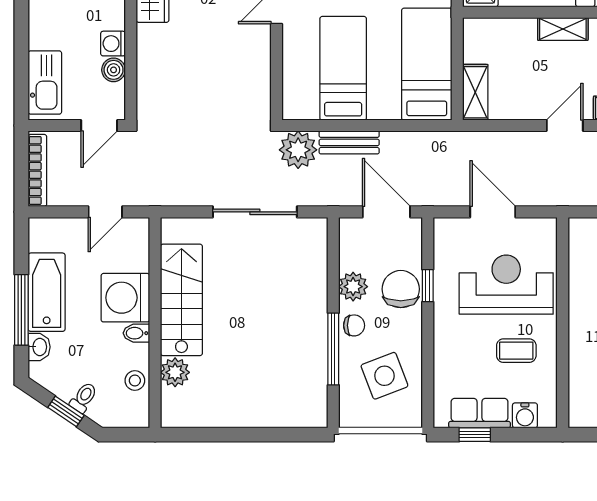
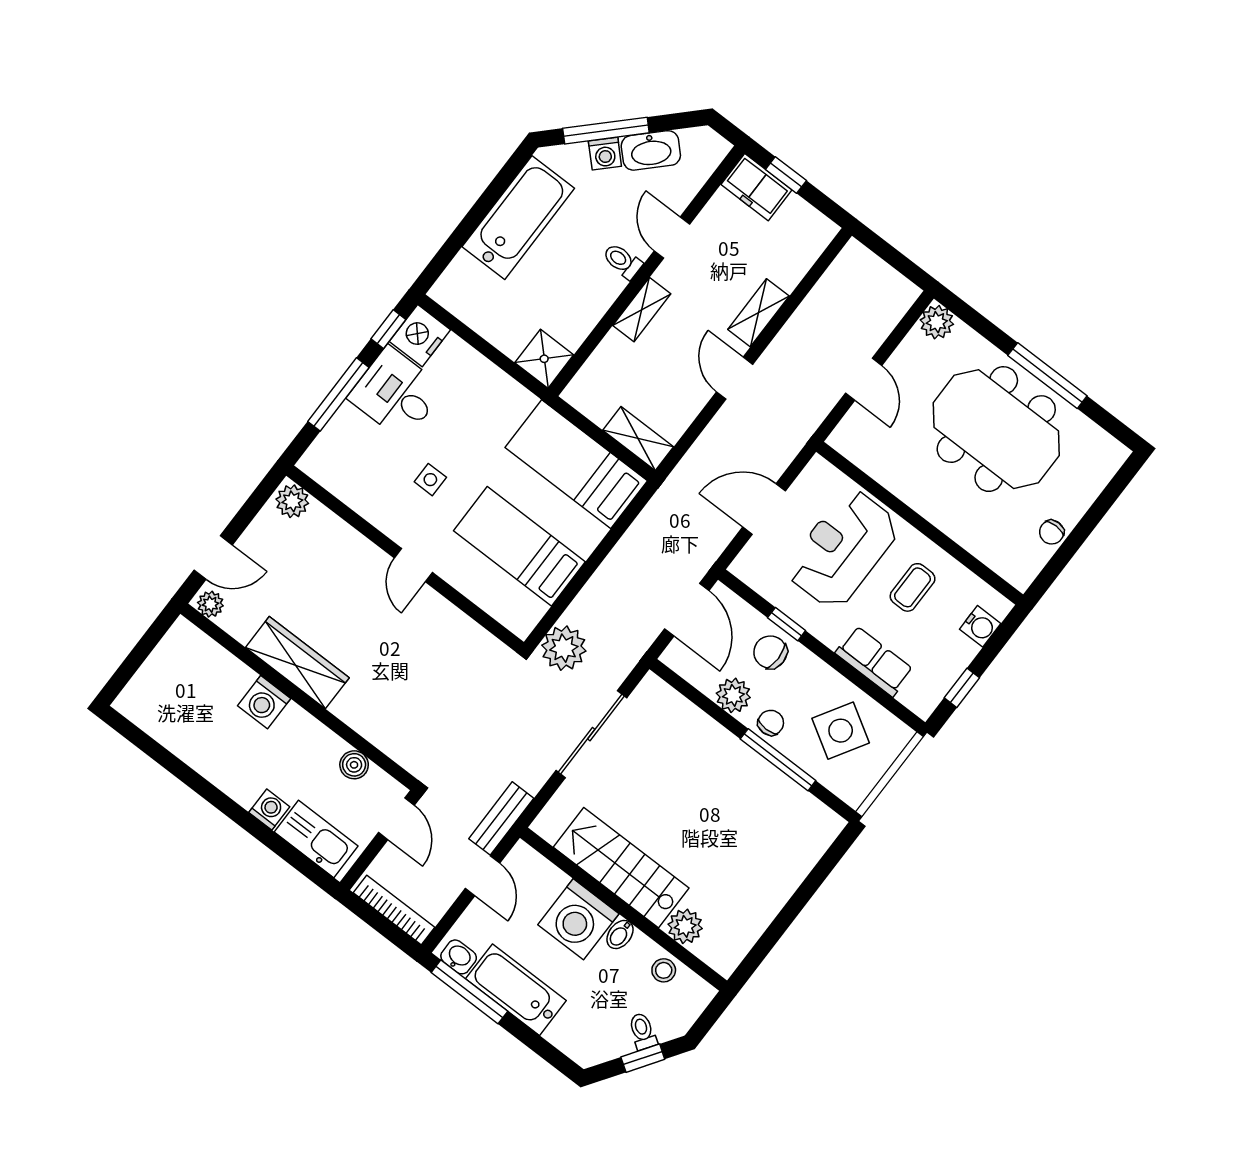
washing machine: (113, 44) -> (269, 810), moved, turned 180
bench: (349, 142) -> (501, 818), moved
door: (386, 212) -> (687, 610), swing flipped
chair: (401, 289) -> (770, 652), width x0.73, depth x0.73
window: (21, 310) -> (469, 992), moved
washbasin: (39, 347) -> (459, 957), moved
side table: (384, 376) -> (841, 731), turned -38
row of seats: (480, 413) -> (874, 661), moved, turned 90

